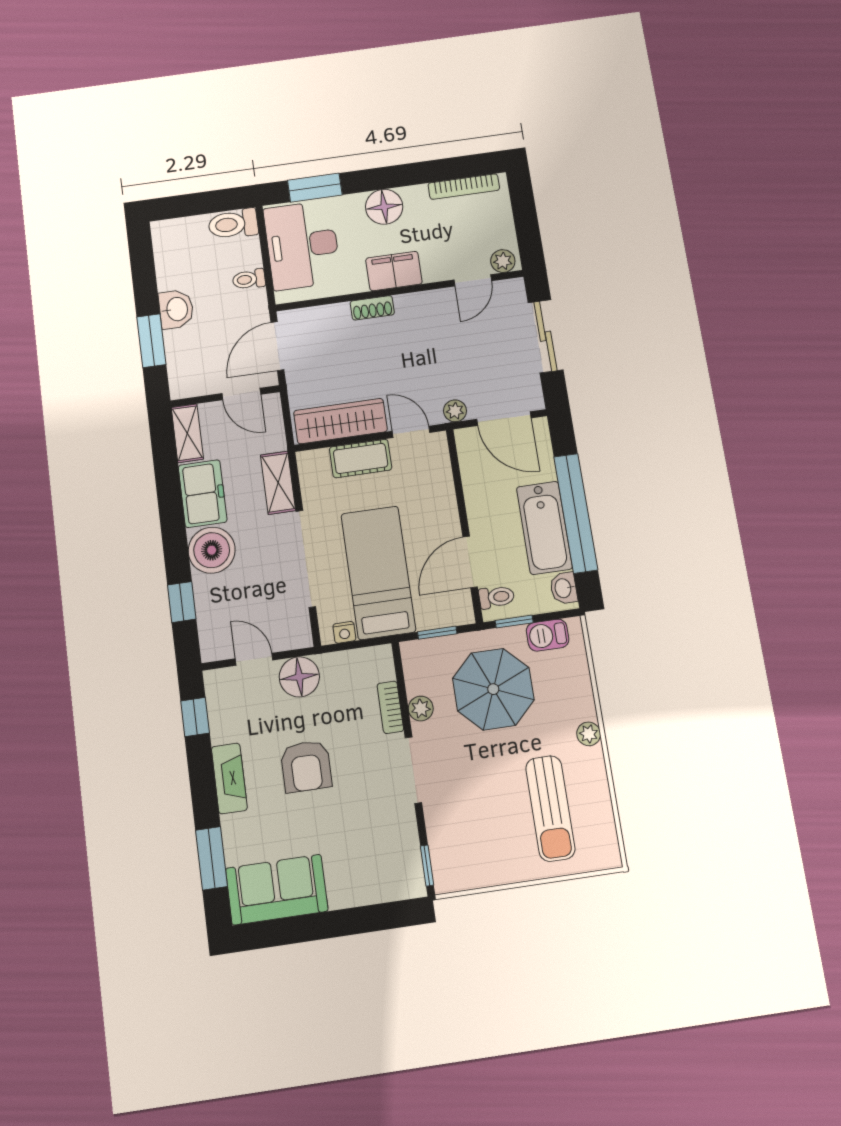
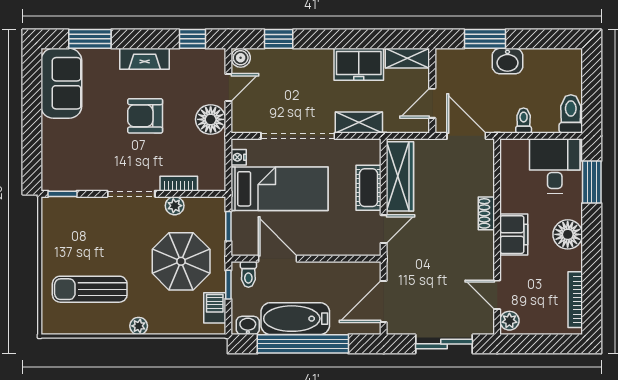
desk: (302, 245) -> (555, 166), width x0.73
plant: (455, 411) -> (395, 265), removed
boiler: (212, 550) -> (241, 58), moved, width x0.54, depth x0.54

